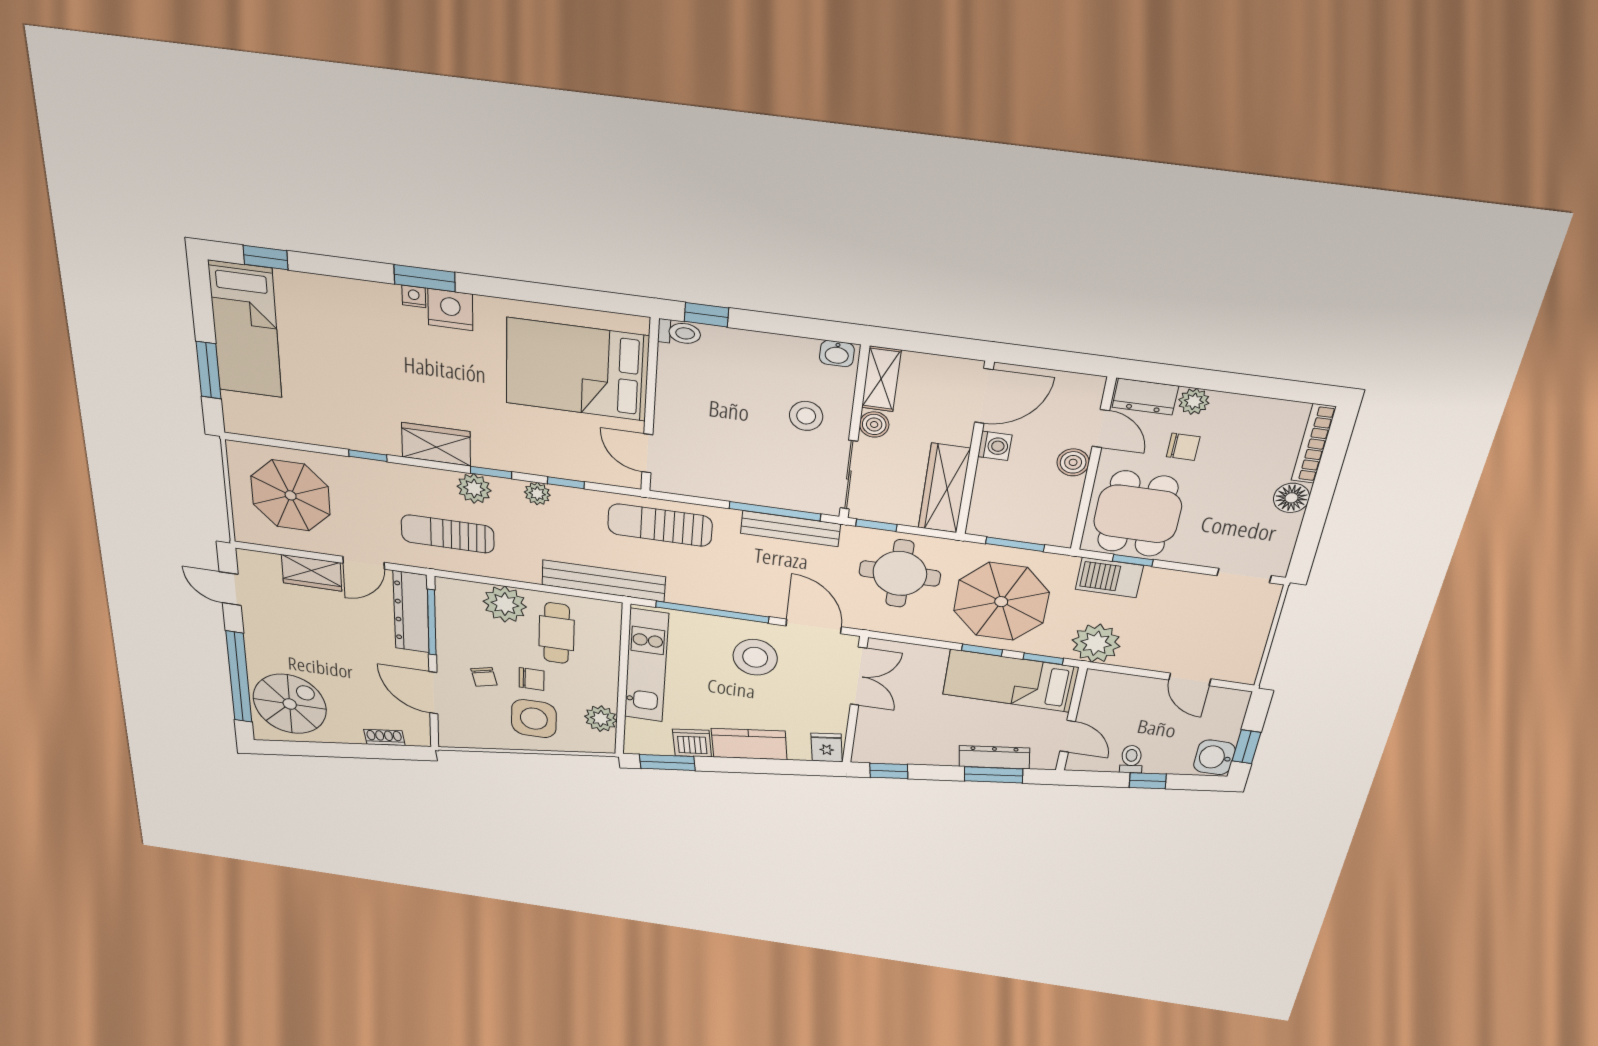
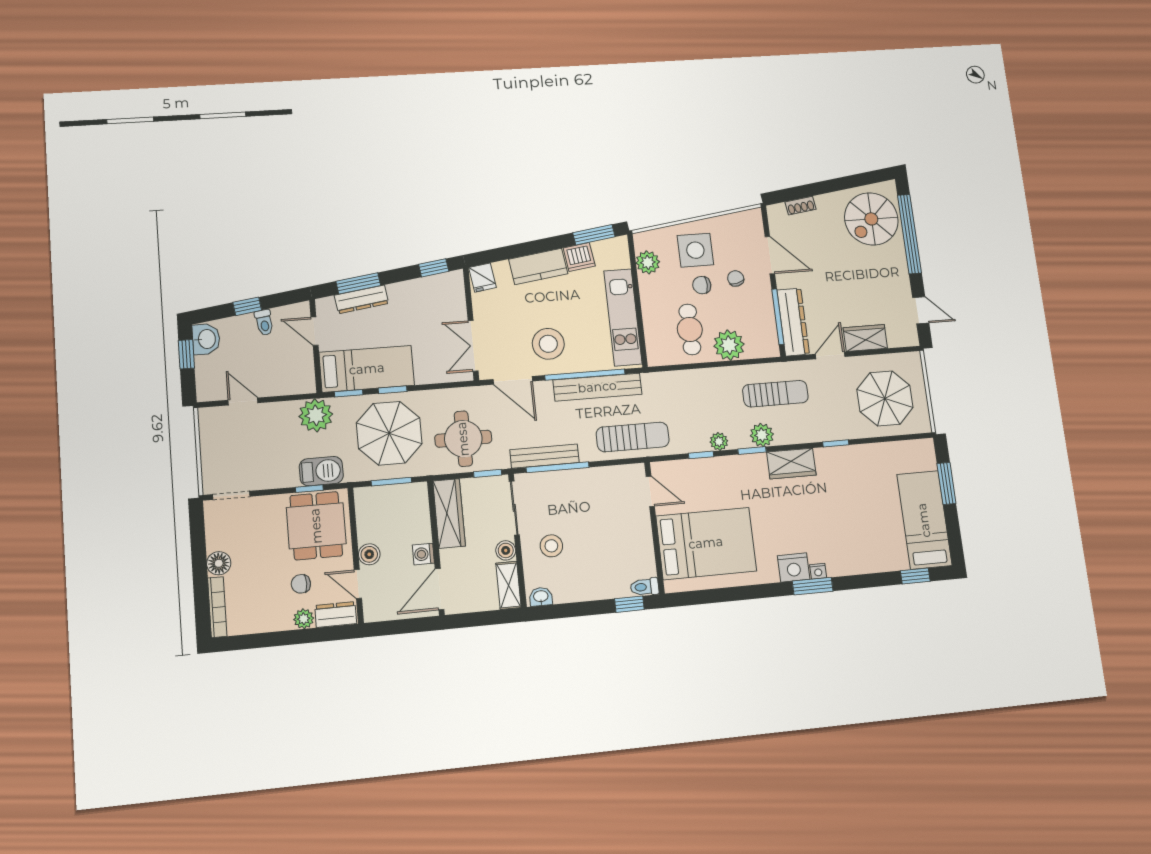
bench: (604, 581) -> (597, 387), moved

